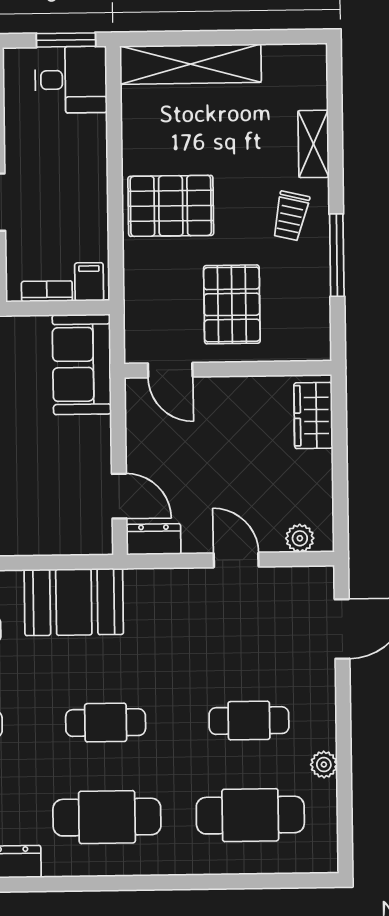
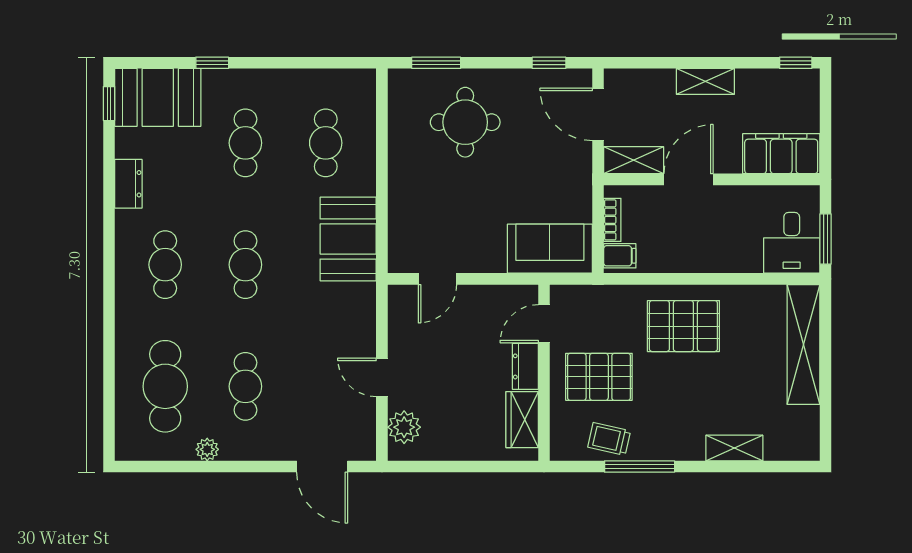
pallet: (171, 206) -> (683, 326), turned 90
trolley: (291, 216) -> (609, 439), moved
wardrobe: (313, 416) -> (522, 420), moved, turned -90
plant: (300, 538) -> (404, 427), width x1.38, depth x1.38
dresser: (154, 539) -> (525, 366), moved, turned 180
door: (236, 560) -> (382, 377), swing flipped
cafe table: (107, 817) -> (165, 265), width x0.73, depth x0.74

